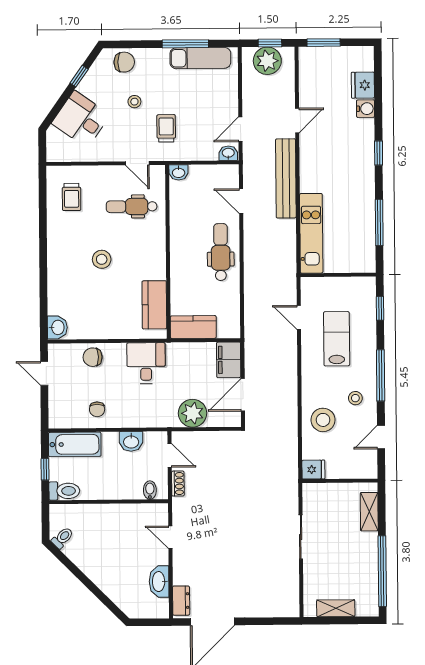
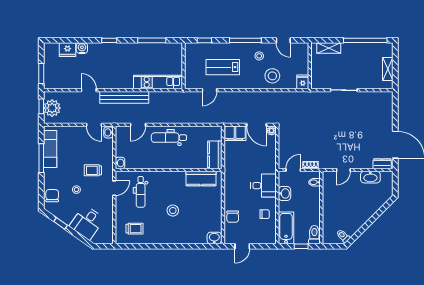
desk: (146, 363) -> (264, 186), moved, turned 180
plant: (193, 413) -> (272, 131), moved, width x0.53, depth x0.53

